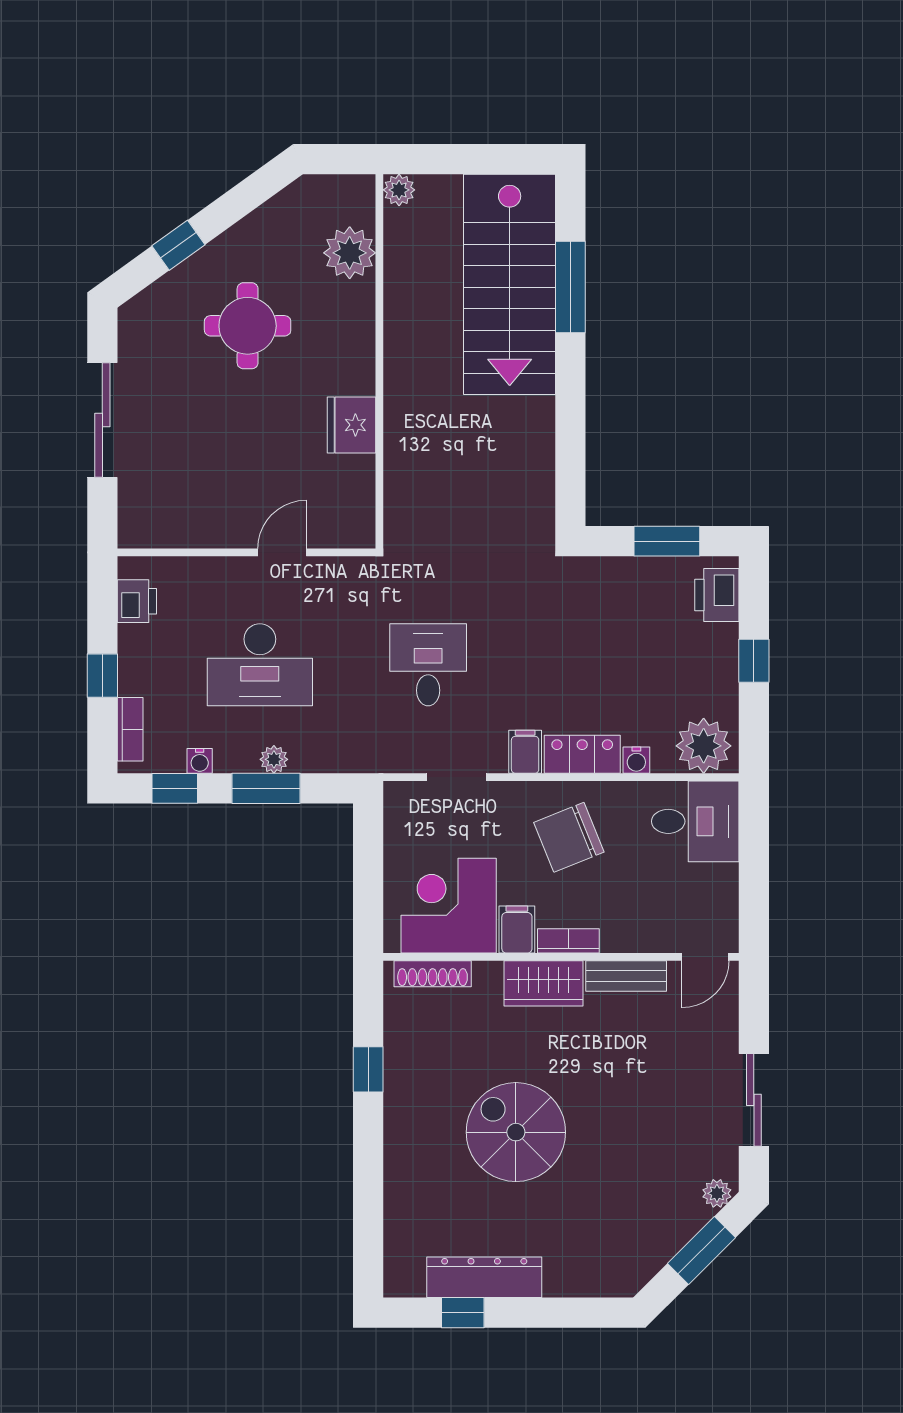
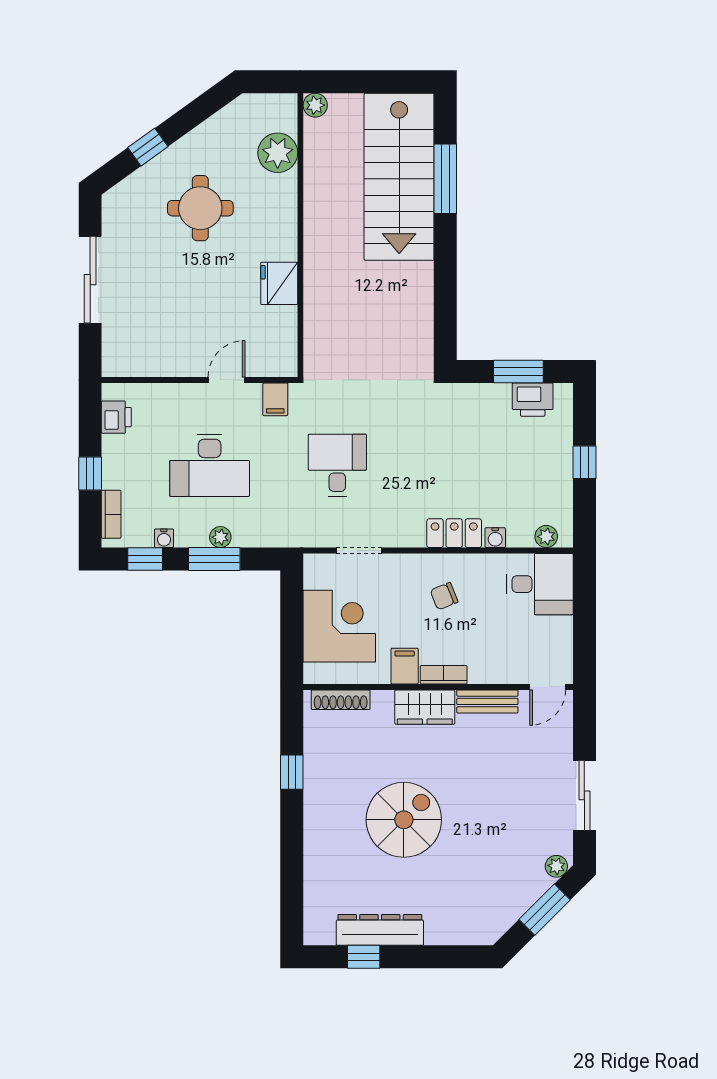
printer: (717, 595) -> (533, 400), moved, turned -90
plant: (704, 746) -> (546, 537), width x0.53, depth x0.53
filing cabinet: (525, 752) -> (275, 399), moved, turned 180
chair: (569, 837) -> (444, 596), width x0.54, depth x0.54
corner desk: (449, 906) -> (339, 626), moved, turned 90
spiral stairs: (516, 1132) -> (404, 820), turned 90

